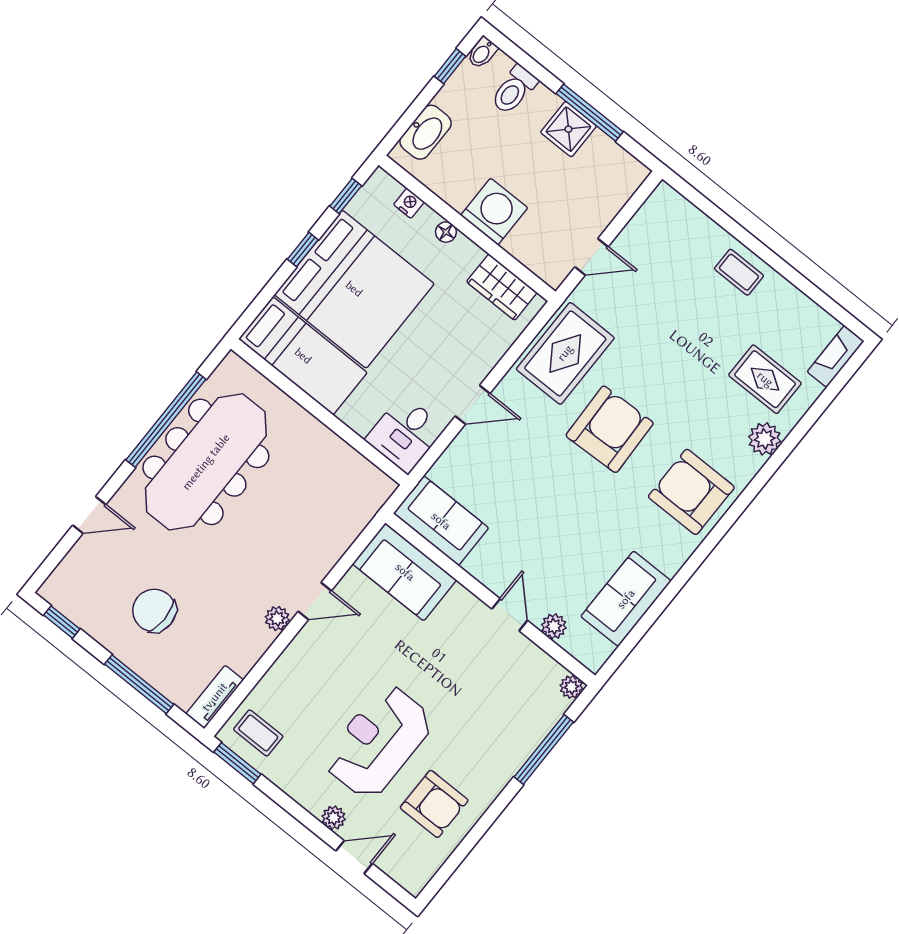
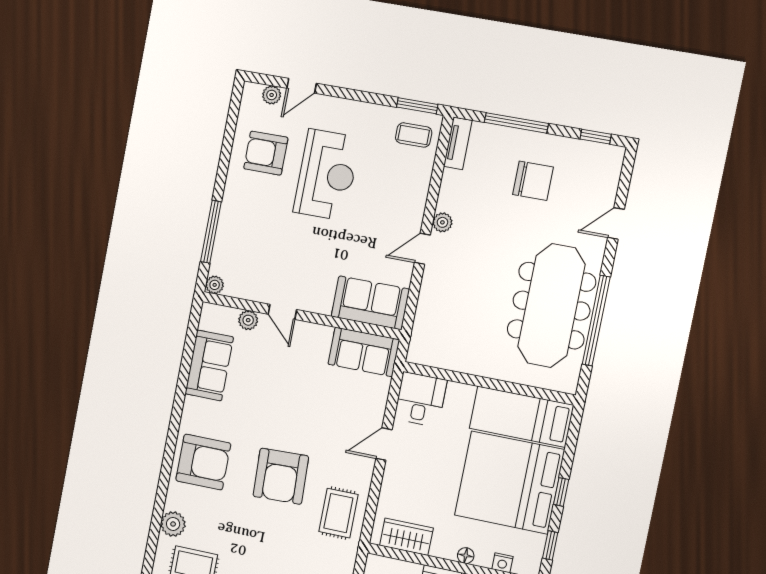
rug: (565, 353) -> (338, 513), width x0.73, depth x0.70
plant: (334, 818) -> (272, 95), moved

